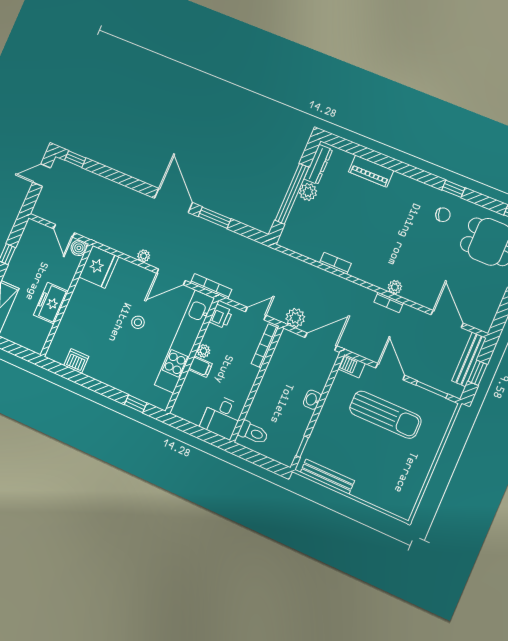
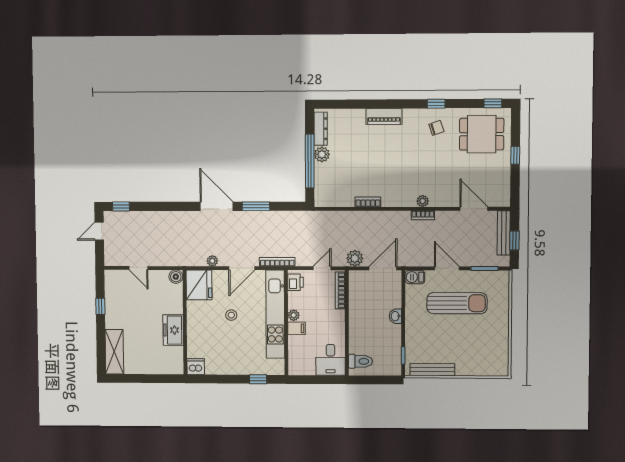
piano: (371, 171) -> (384, 117), moved
boiler: (79, 248) -> (176, 277), moved
fridge: (99, 267) -> (199, 285), moved
wall: (67, 300) -> (185, 322), moved
freezer: (51, 303) -> (173, 330), moved

